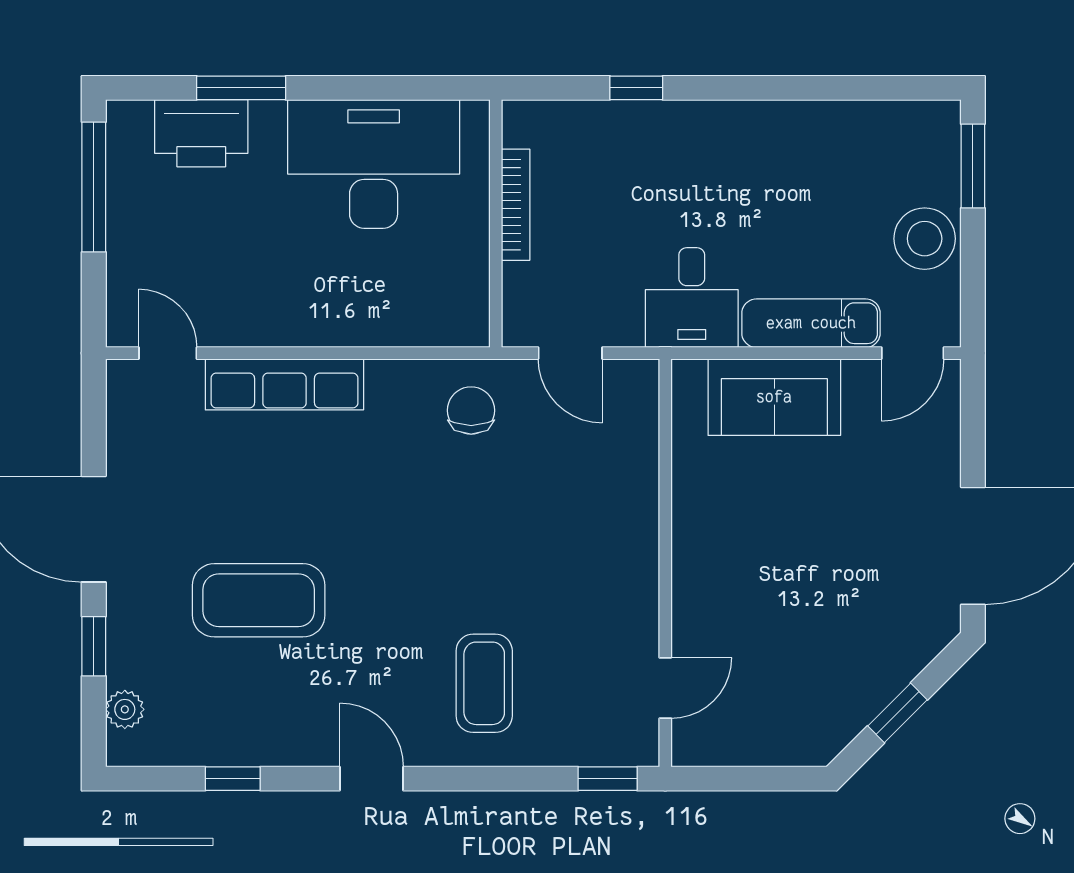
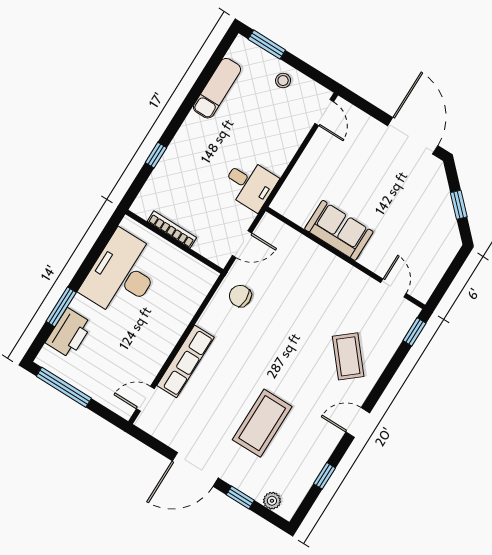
stool: (925, 239) -> (283, 81), width x0.53, depth x0.53
exam couch: (811, 323) -> (217, 88), moved, turned 180
sofa: (774, 397) -> (339, 230), moved, turned -90
coffee table: (484, 683) -> (348, 356), turned 50

